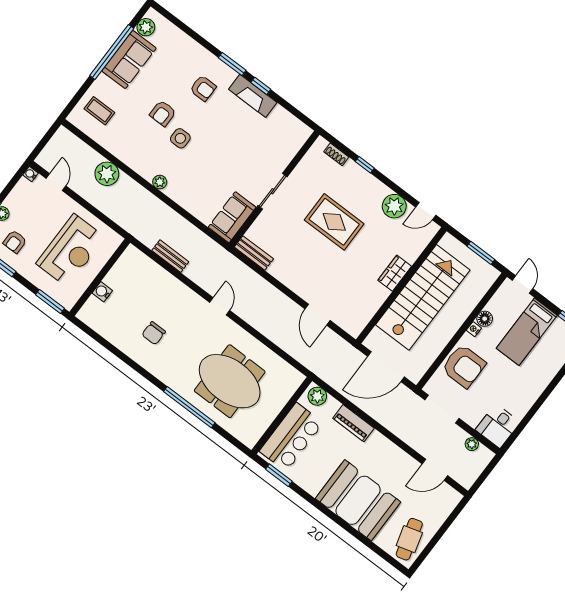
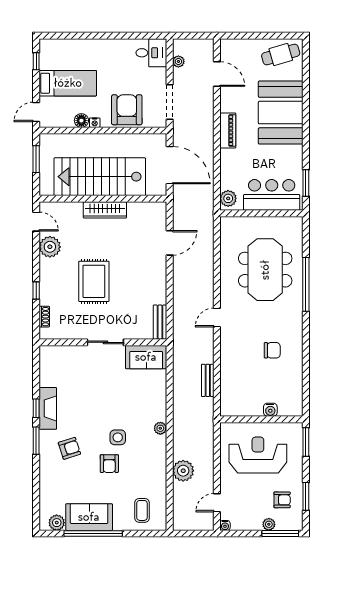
armchair: (203, 88) -> (69, 448), turned 72
armchair: (163, 113) -> (109, 464), turned 90
wardrobe: (395, 273) -> (105, 210), width x1.50
piano: (353, 423) -> (228, 130), moved

